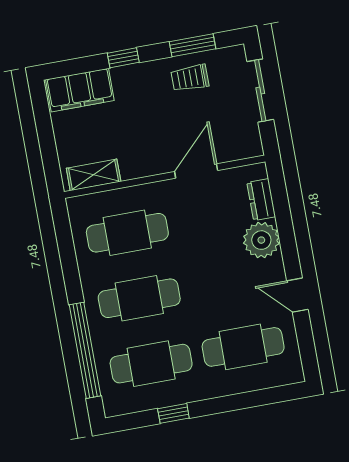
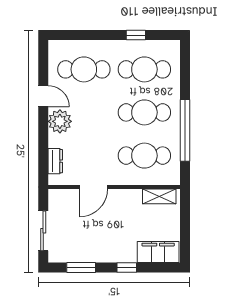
trolley: (190, 78) -> (87, 247), removed
plant: (261, 240) -> (60, 121), moved
window: (85, 350) -> (185, 130), moved

